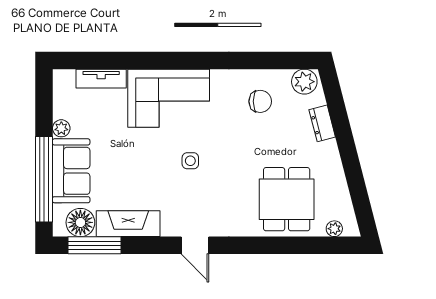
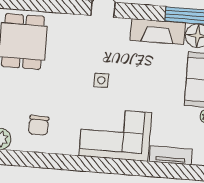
chair: (260, 101) -> (39, 125), turned -89

